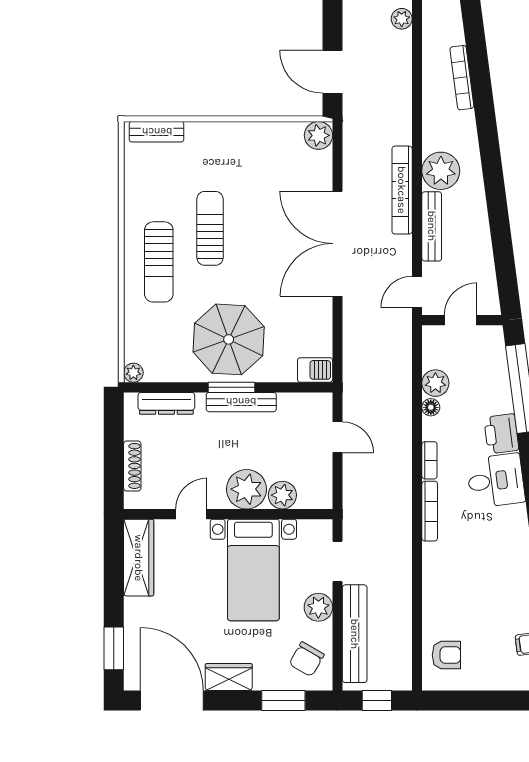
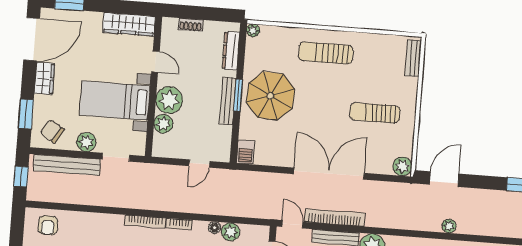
plant: (402, 19) -> (449, 226), moved
bookcase: (402, 190) -> (335, 217), moved
sun lounger: (210, 228) -> (375, 113), moved, turned 180
shoe rack: (132, 466) -> (191, 25), width x0.70

